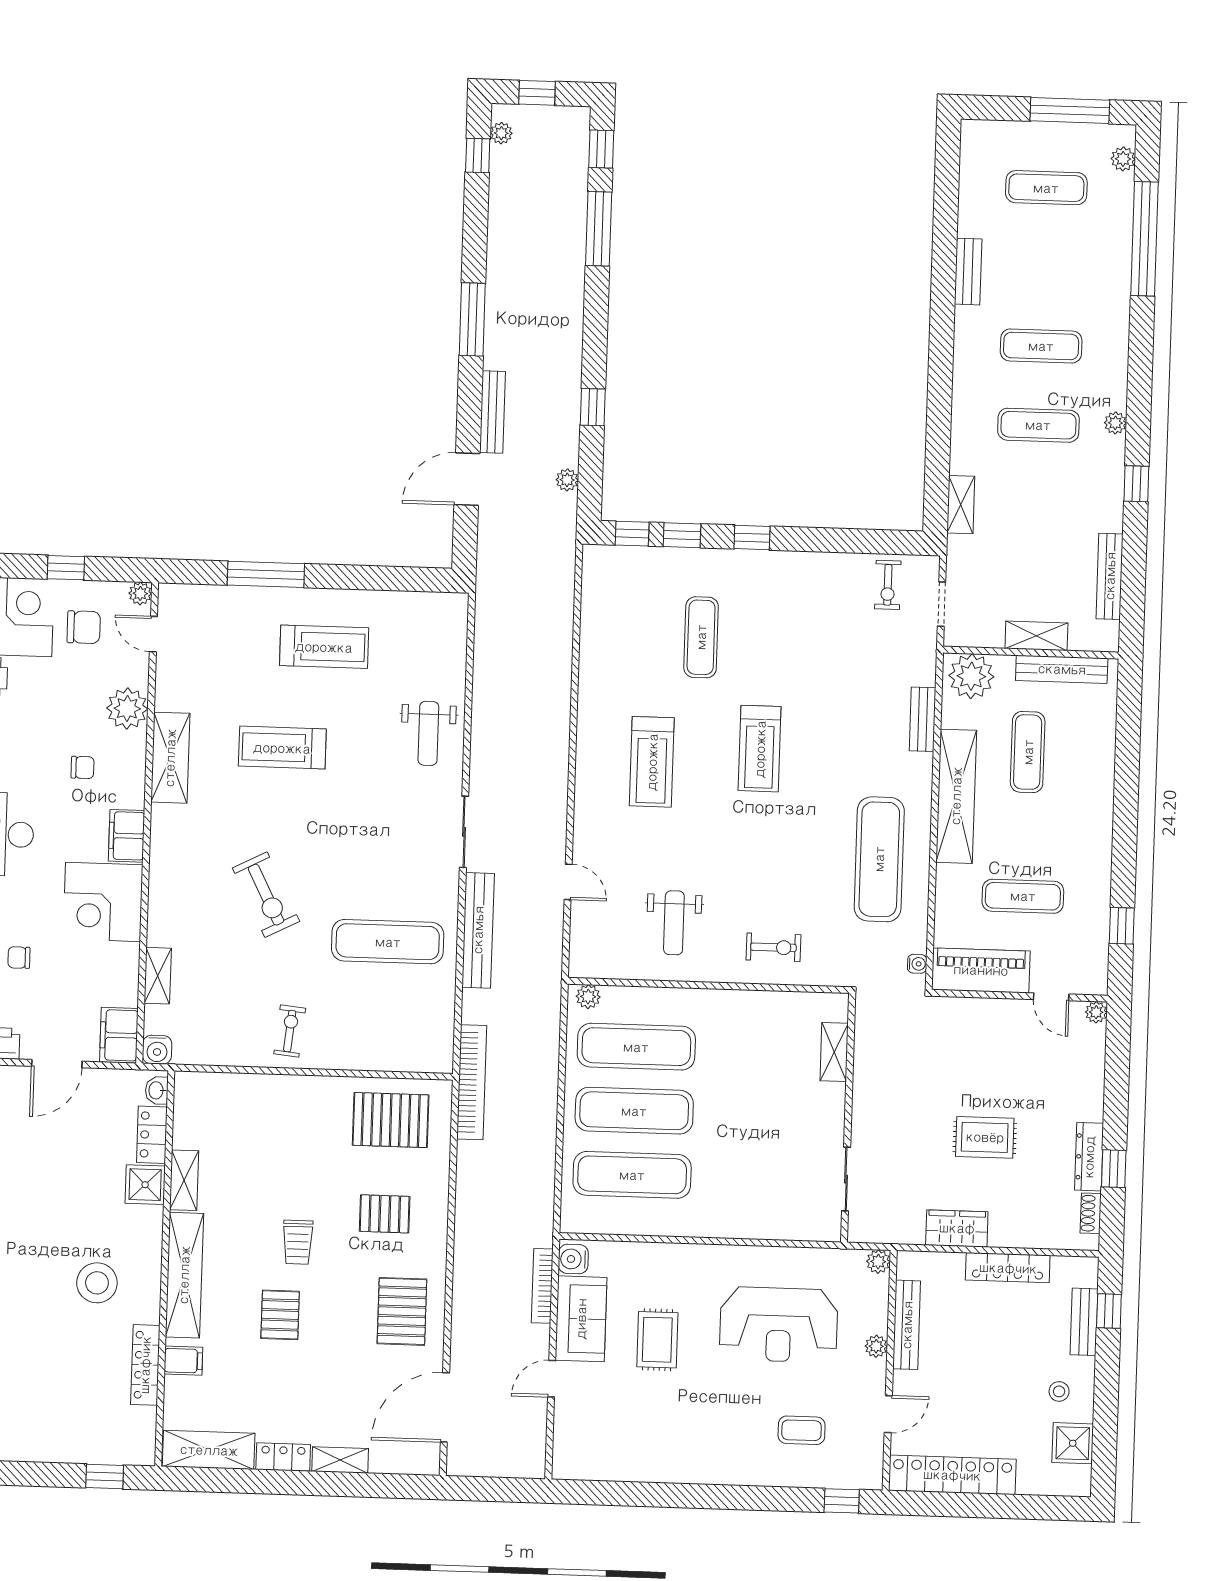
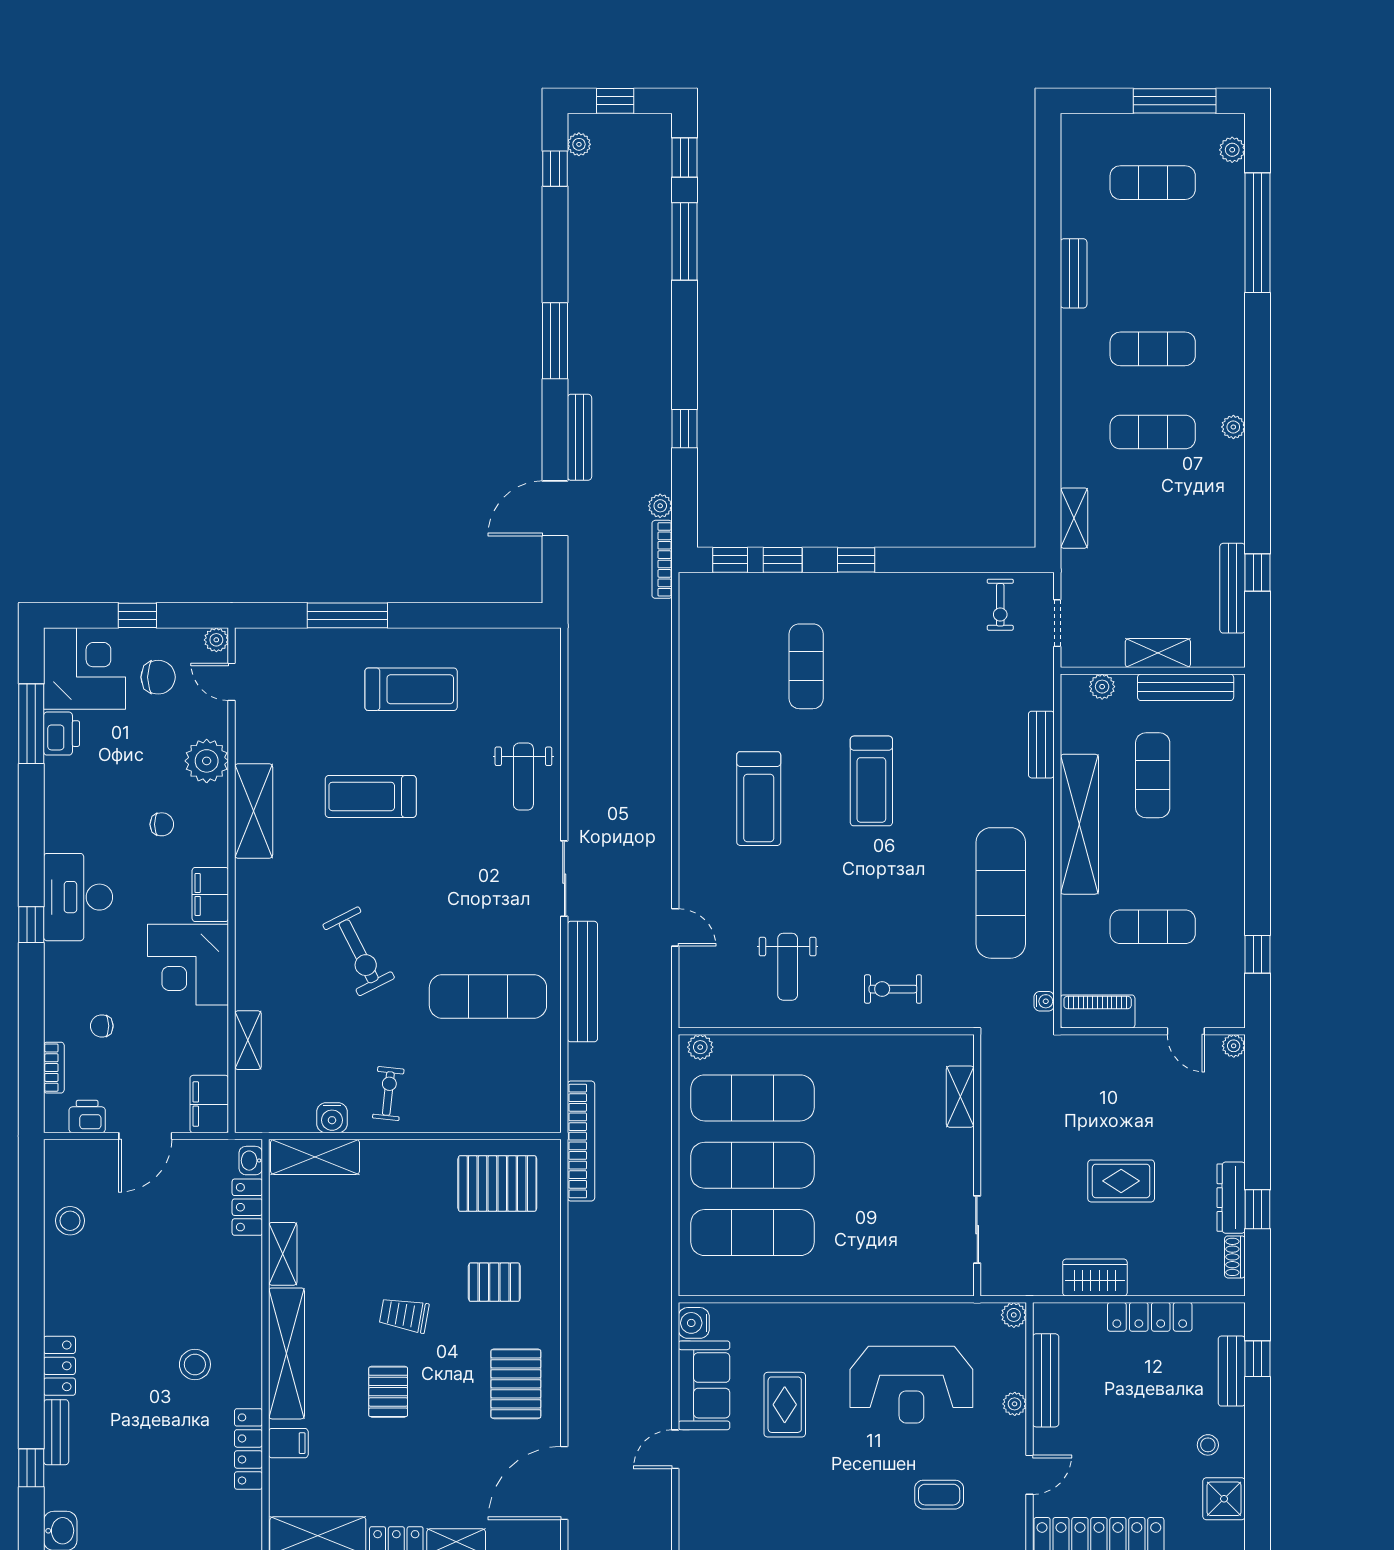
window: (1136, 484) -> (1257, 573), moved
plant: (971, 676) -> (1102, 687), width x0.53, depth x0.53
exercise bike: (773, 947) -> (893, 989), turned 180
piano: (981, 970) -> (1098, 1011), width x0.73, depth x0.75
water cooler: (157, 1050) -> (332, 1118), moved
shelving: (218, 1089) -> (315, 1157), added
shower: (145, 1185) -> (242, 1260), removed
trolley: (298, 1242) -> (404, 1315), turned 100
stool: (97, 1283) -> (195, 1364), width x0.73, depth x0.73
bookcase: (542, 1286) -> (662, 559), moved

